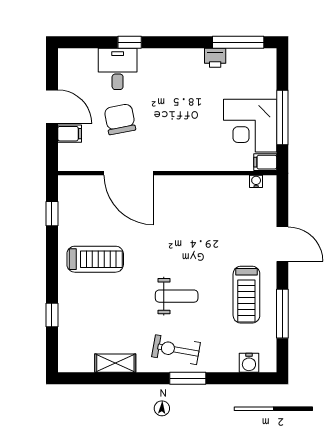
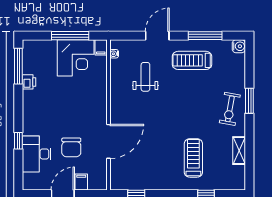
desk: (118, 69) -> (37, 154), width x1.37
chair: (120, 119) -> (71, 147), turned -79
treadmill: (95, 259) -> (193, 158), moved
treadmill: (246, 295) -> (192, 60), turned 180
weight bench: (177, 296) -> (145, 77), moved
water cooler: (249, 363) -> (239, 46), moved

